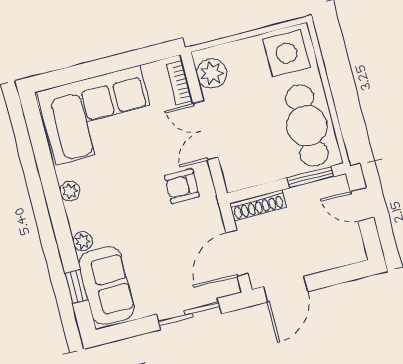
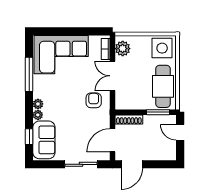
window: (46, 168) -> (29, 74), added
armchair: (182, 186) -> (94, 100), turned 90
plant: (70, 191) -> (38, 104), moved

